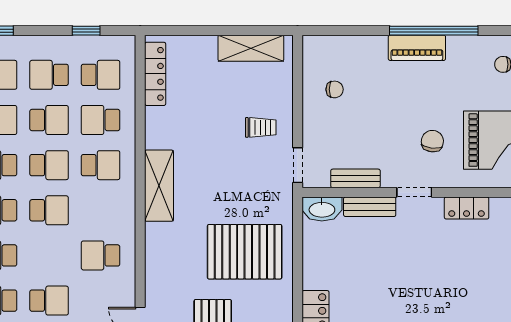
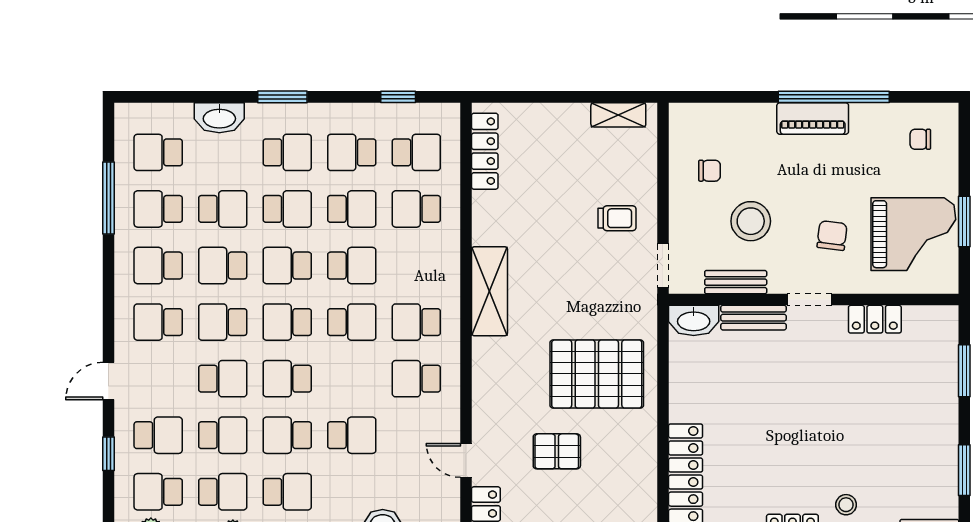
shelving: (251, 48) -> (618, 115), width x0.67, depth x0.75
stool: (367, 130) -> (751, 221), added
school desk: (101, 165) -> (416, 322), moved, turned 180

